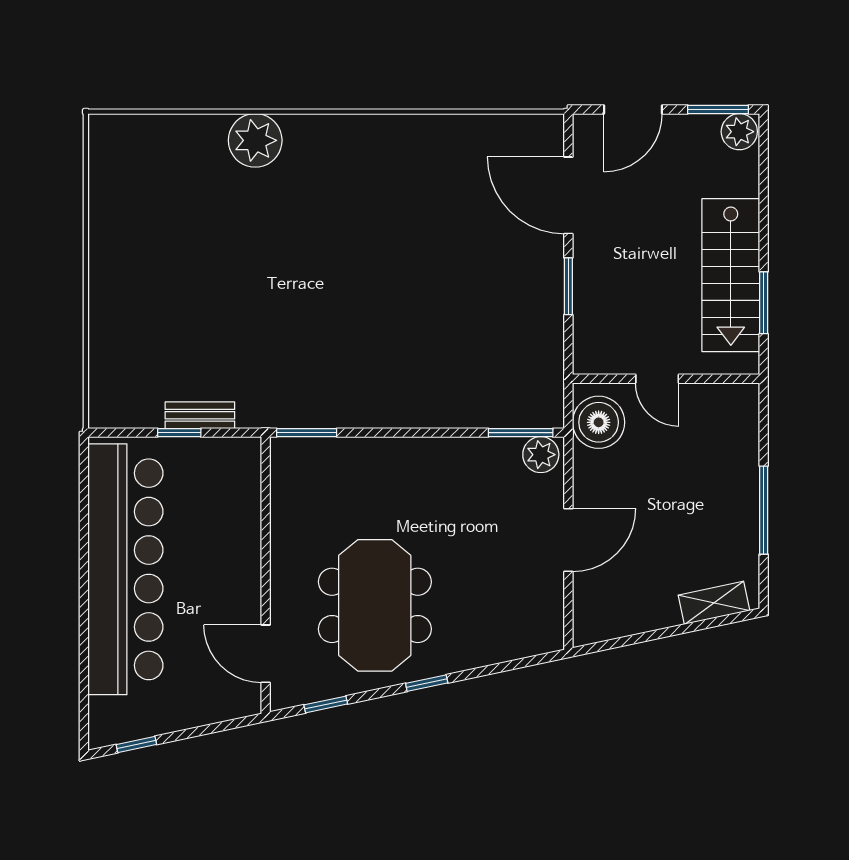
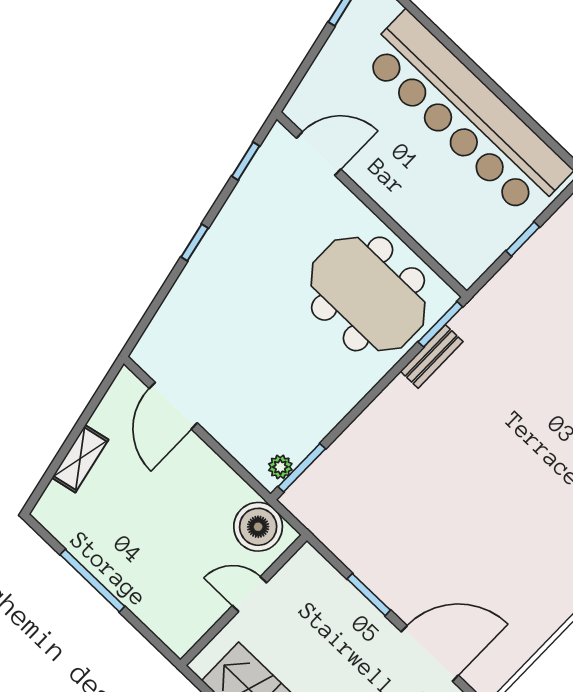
bench: (200, 415) -> (432, 356), moved
plant: (541, 455) -> (280, 467), width x0.73, depth x0.73
door: (568, 540) -> (173, 406), moved
shelving: (714, 603) -> (80, 459), moved
meeting table: (375, 605) -> (368, 294), moved

